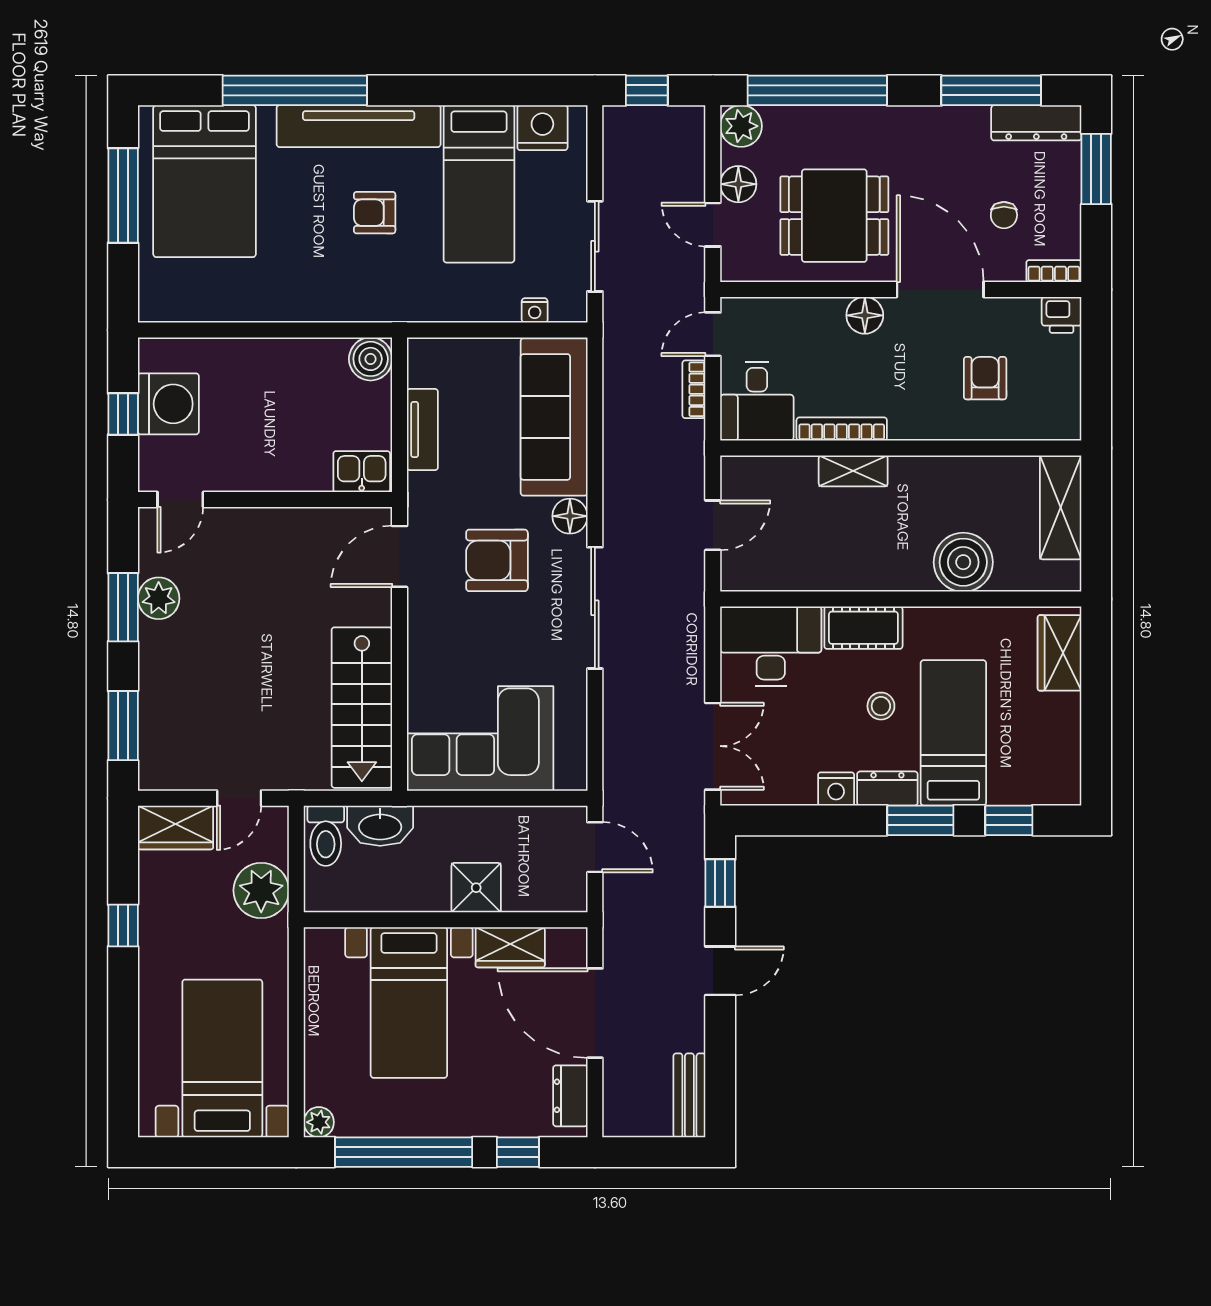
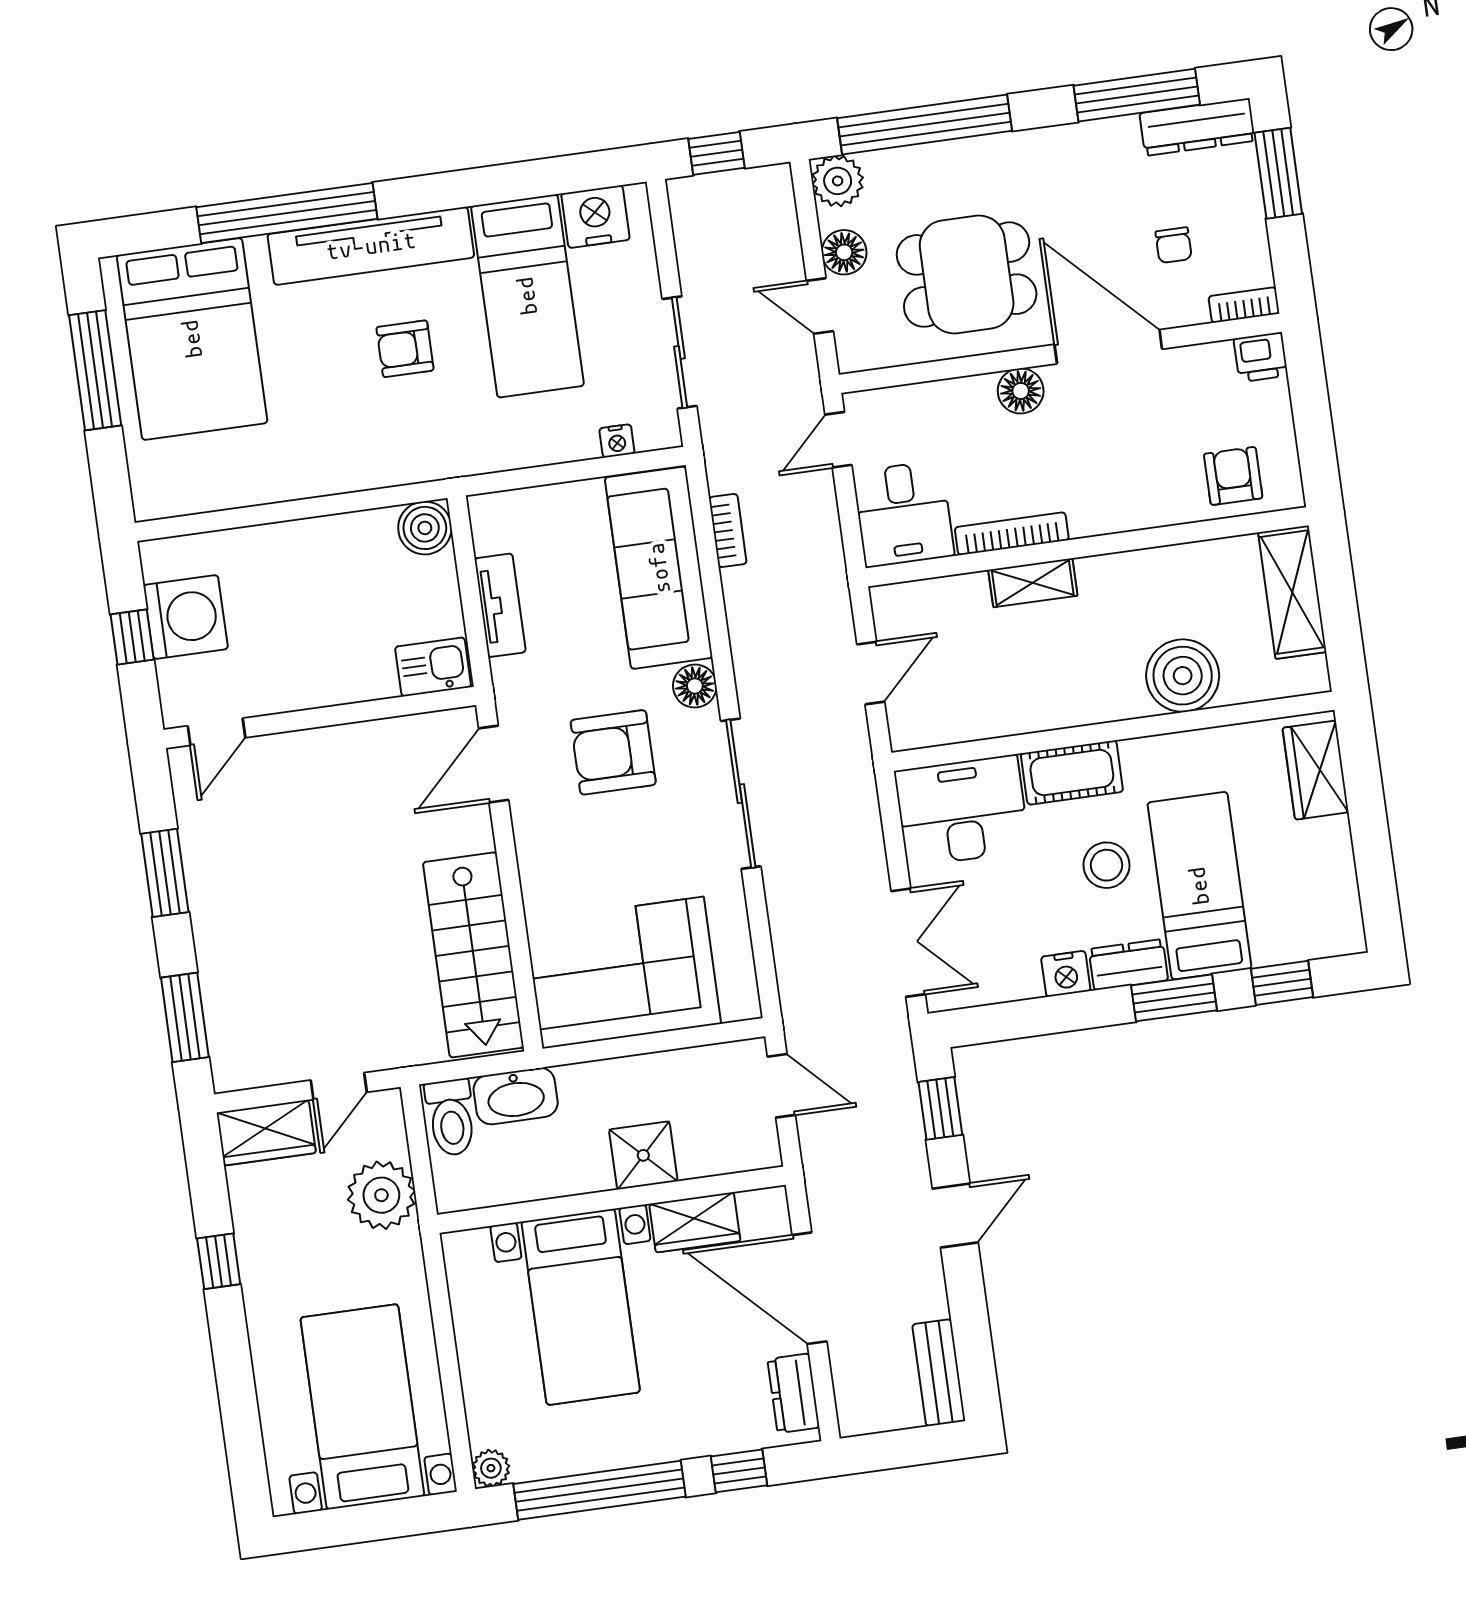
armchair: (985, 378) -> (1233, 476), moved
bookcase: (694, 389) -> (728, 531), moved, turned 180
plant: (159, 598) -> (207, 856), removed
stool: (881, 706) -> (1107, 865), width x1.37, depth x1.37

